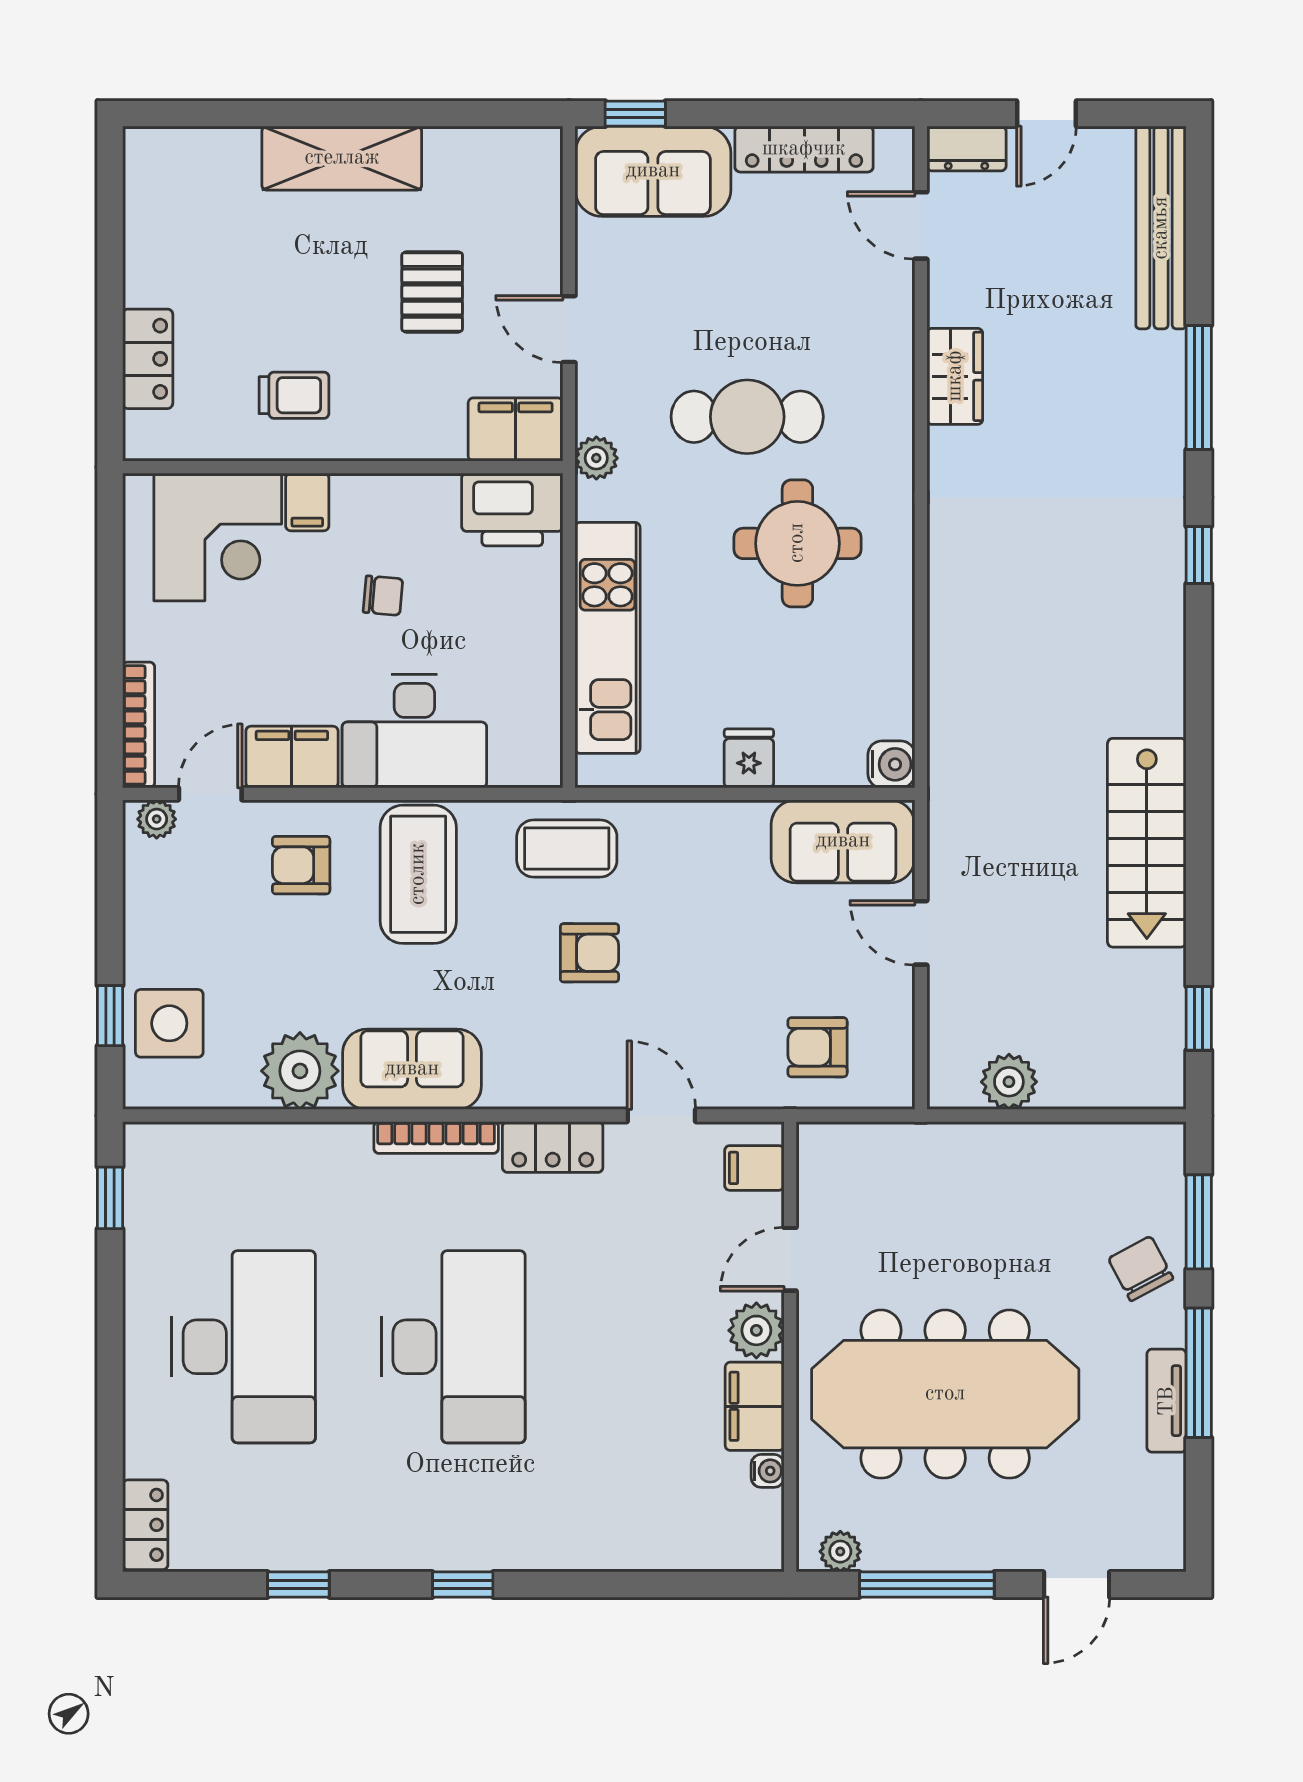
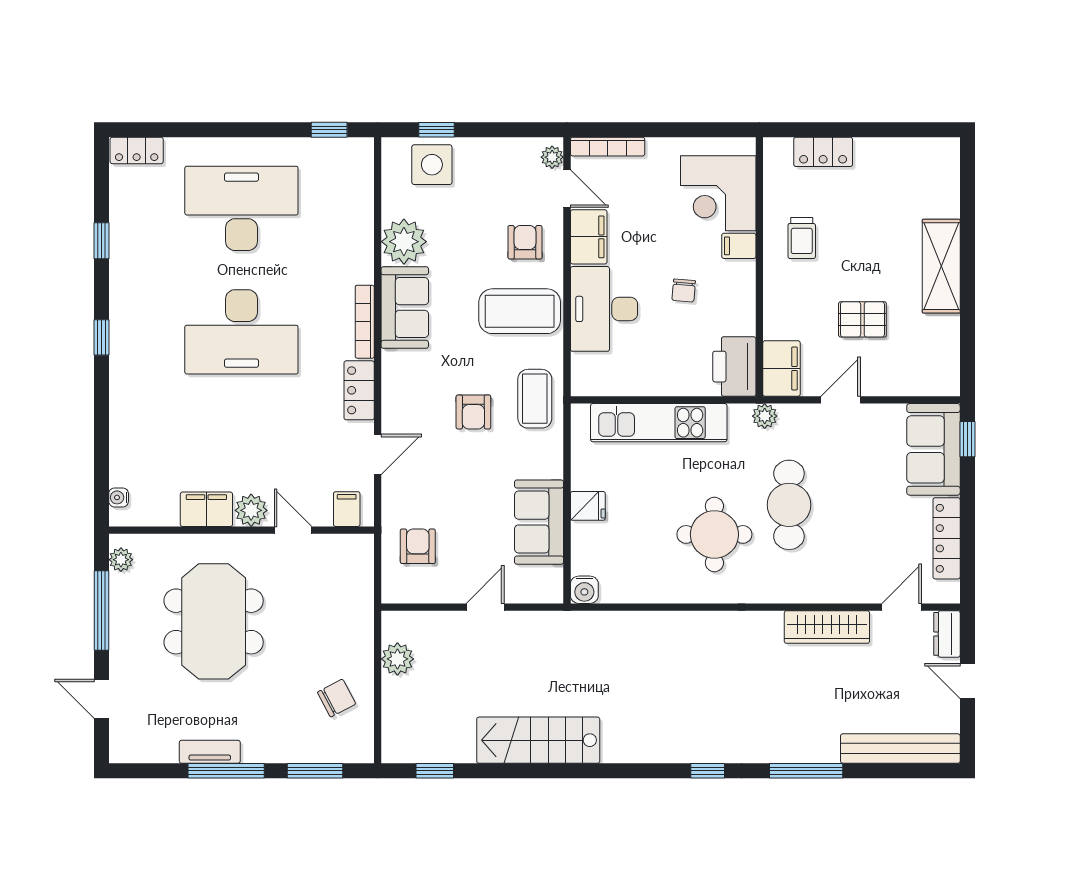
wardrobe: (955, 376) -> (827, 627), width x1.50
sofa: (843, 841) -> (539, 522), moved
chair: (1141, 1269) -> (337, 698), moved
desk: (244, 1347) -> (241, 208), turned 180
meeting table: (945, 1394) -> (214, 621), width x0.73
water cooler: (768, 1471) -> (119, 497), moved, turned 90

